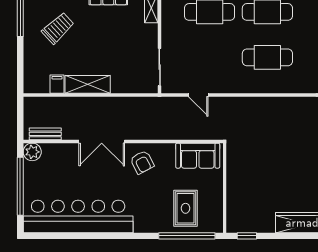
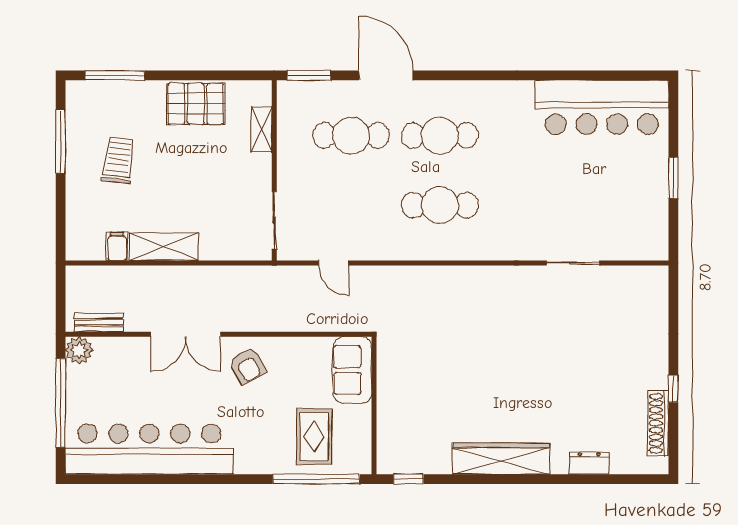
trolley: (58, 28) -> (118, 160), turned -40
sofa: (198, 156) -> (352, 370), moved, turned 90

